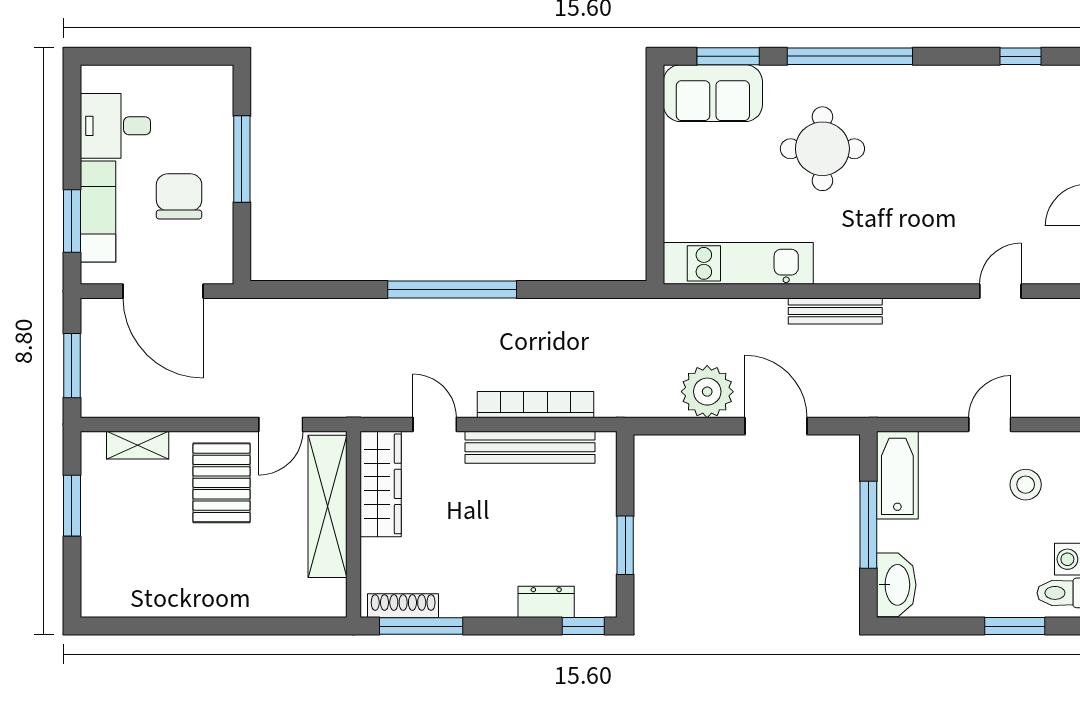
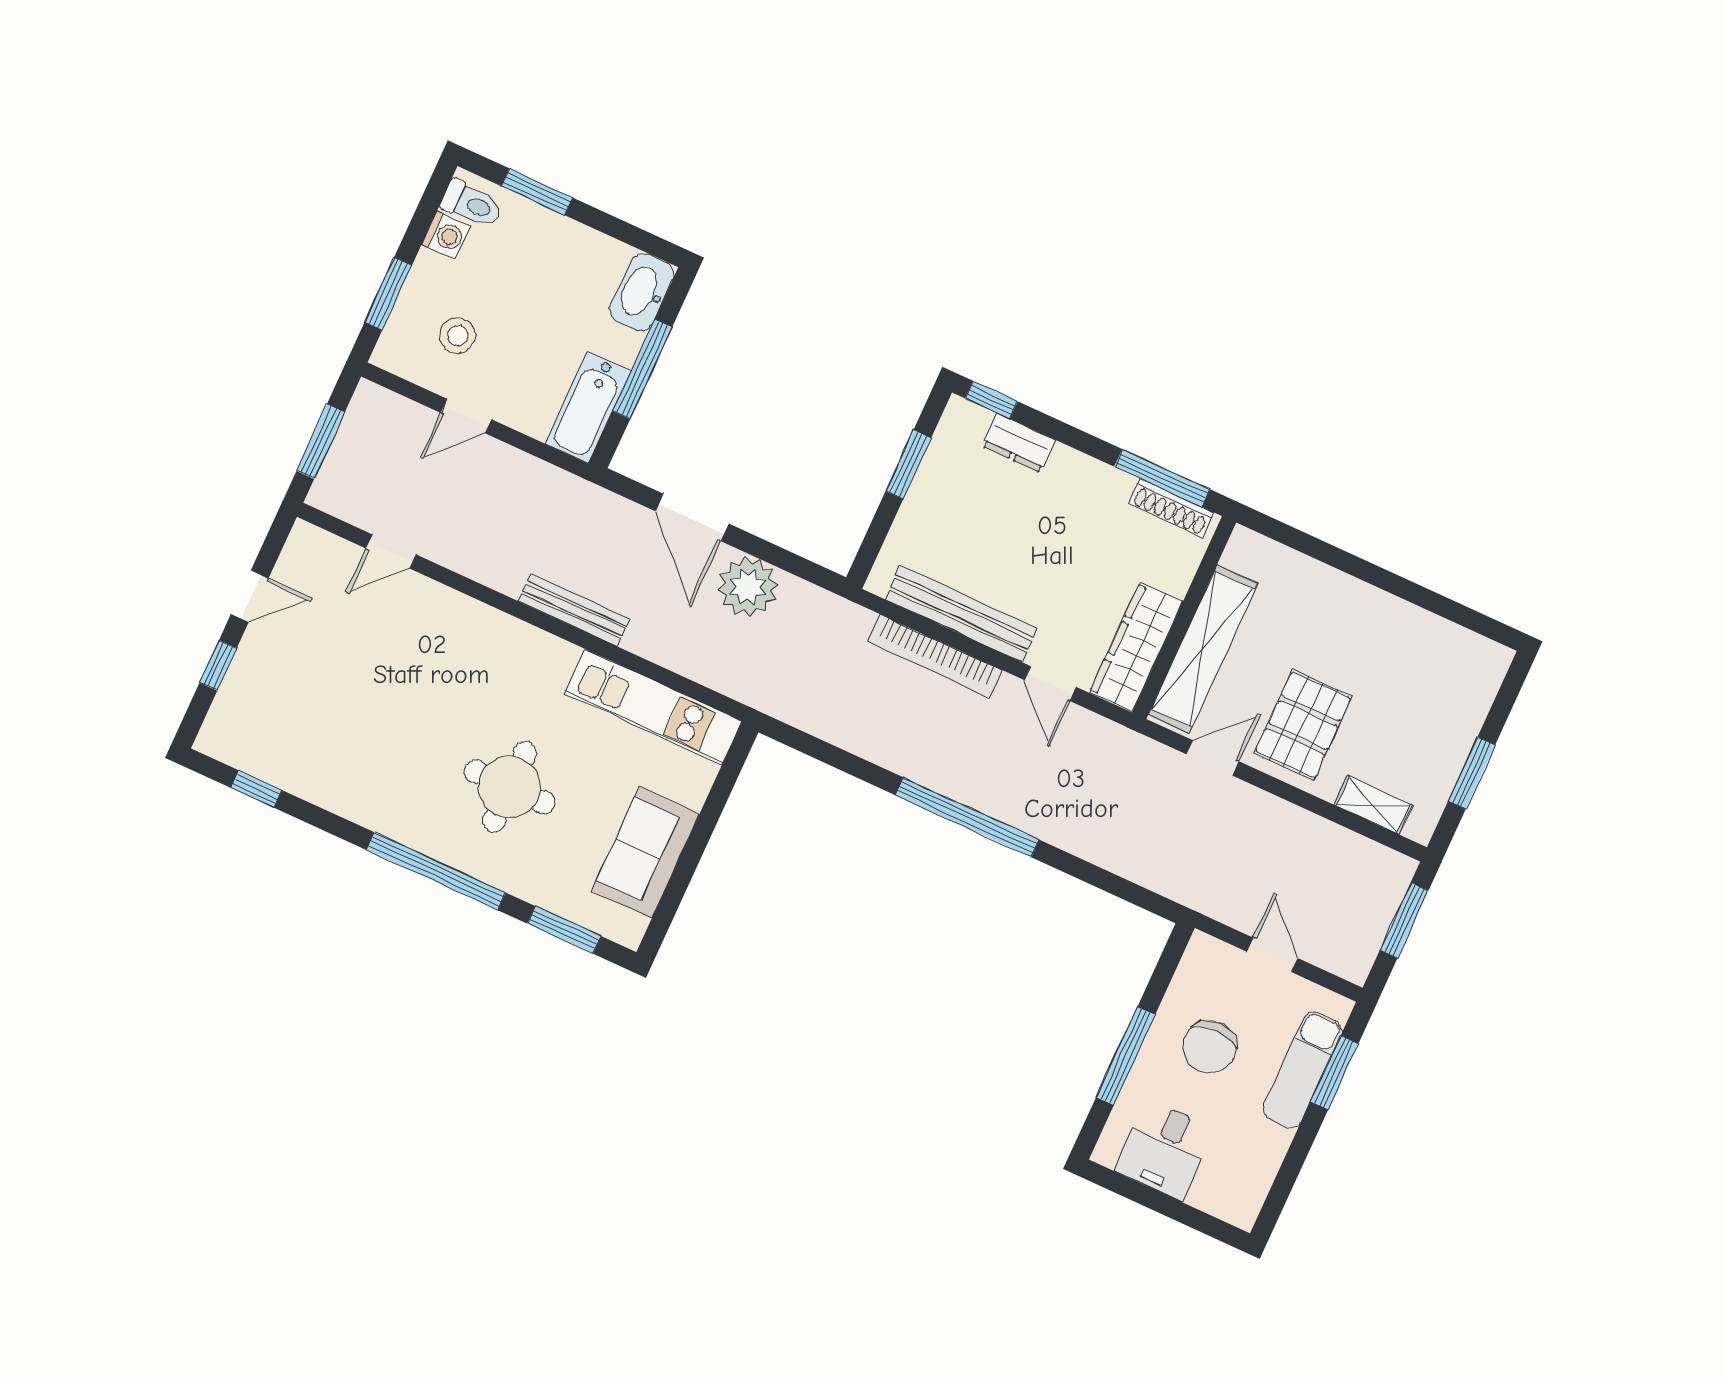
sofa: (713, 93) -> (646, 853), moved, turned -90
desk: (115, 126) -> (1165, 1150), moved, turned 90
door: (163, 291) -> (1272, 955), width x0.53

